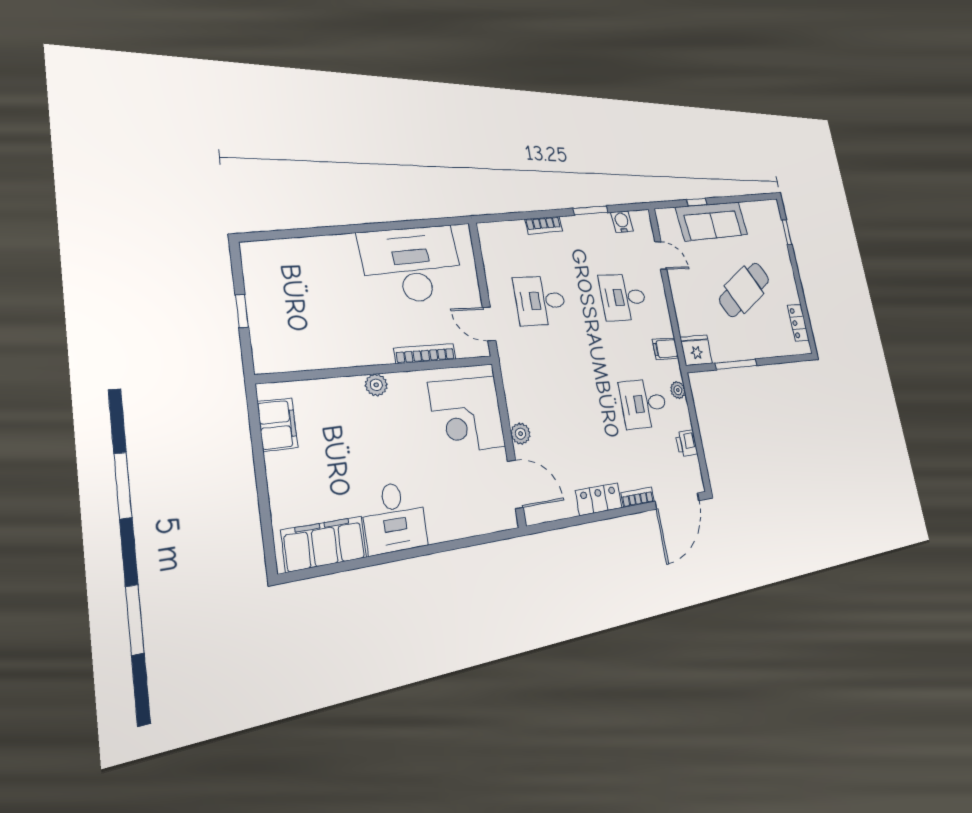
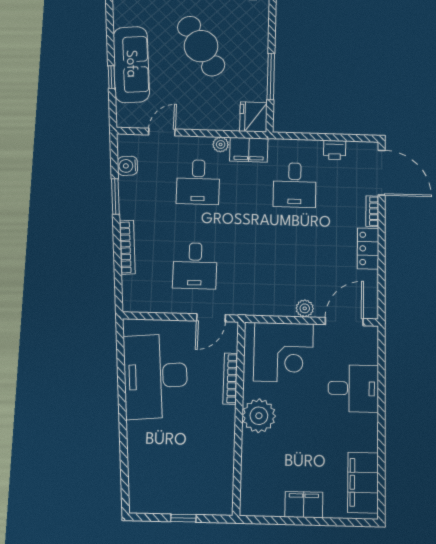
bookcase: (544, 225) -> (127, 247), width x1.56
filing cabinet: (666, 349) -> (249, 150), width x2.00
plant: (376, 385) -> (259, 416), width x1.88, depth x1.88
plant: (678, 390) -> (221, 144), moved
filing cabinet: (278, 425) -> (304, 505), moved
desk: (394, 517) -> (353, 388), moved

